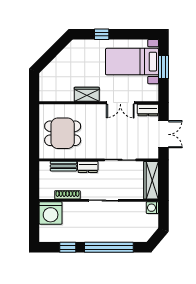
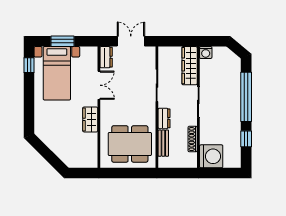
window: (102, 34) -> (29, 65), moved
dining table: (63, 133) -> (130, 144), width x1.38
wardrobe: (151, 180) -> (190, 66), moved, turned 90

